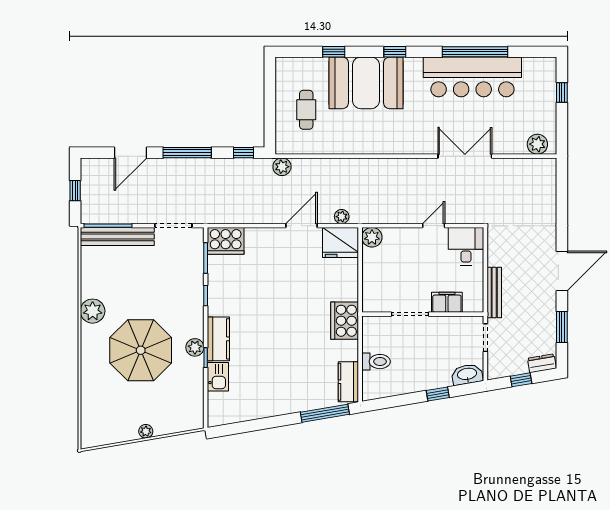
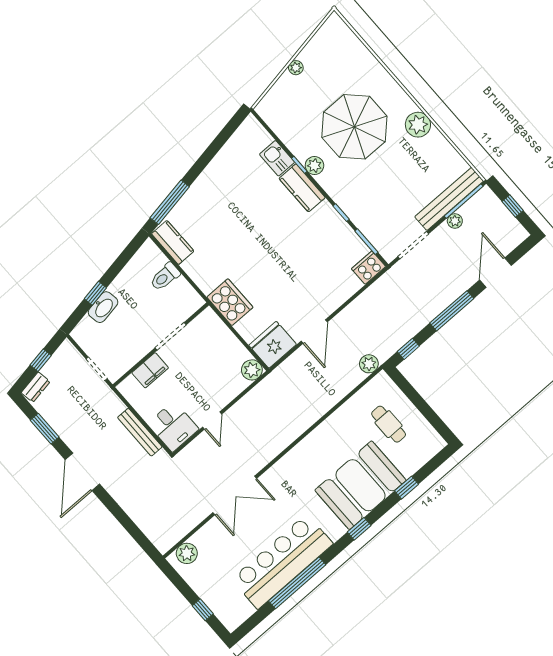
plant: (342, 217) -> (455, 221), moved
cooker: (226, 241) -> (369, 268), width x0.73, depth x0.76
bench: (494, 292) -> (140, 432), moved
cooker: (345, 321) -> (230, 302), moved
washbasin: (467, 374) -> (103, 307), moved

